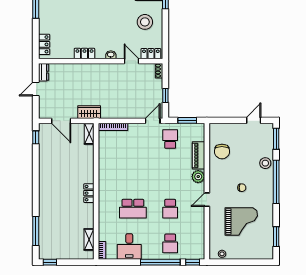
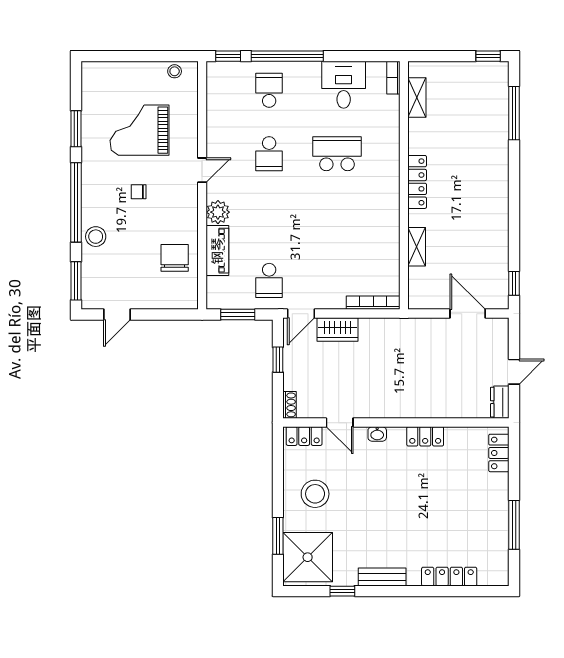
wardrobe: (89, 112) -> (338, 329), moved
shelving: (89, 134) -> (417, 247), moved
locker: (89, 193) -> (417, 182), width x1.53
school desk: (170, 209) -> (269, 154), turned 180
window: (276, 237) -> (76, 129), moved

